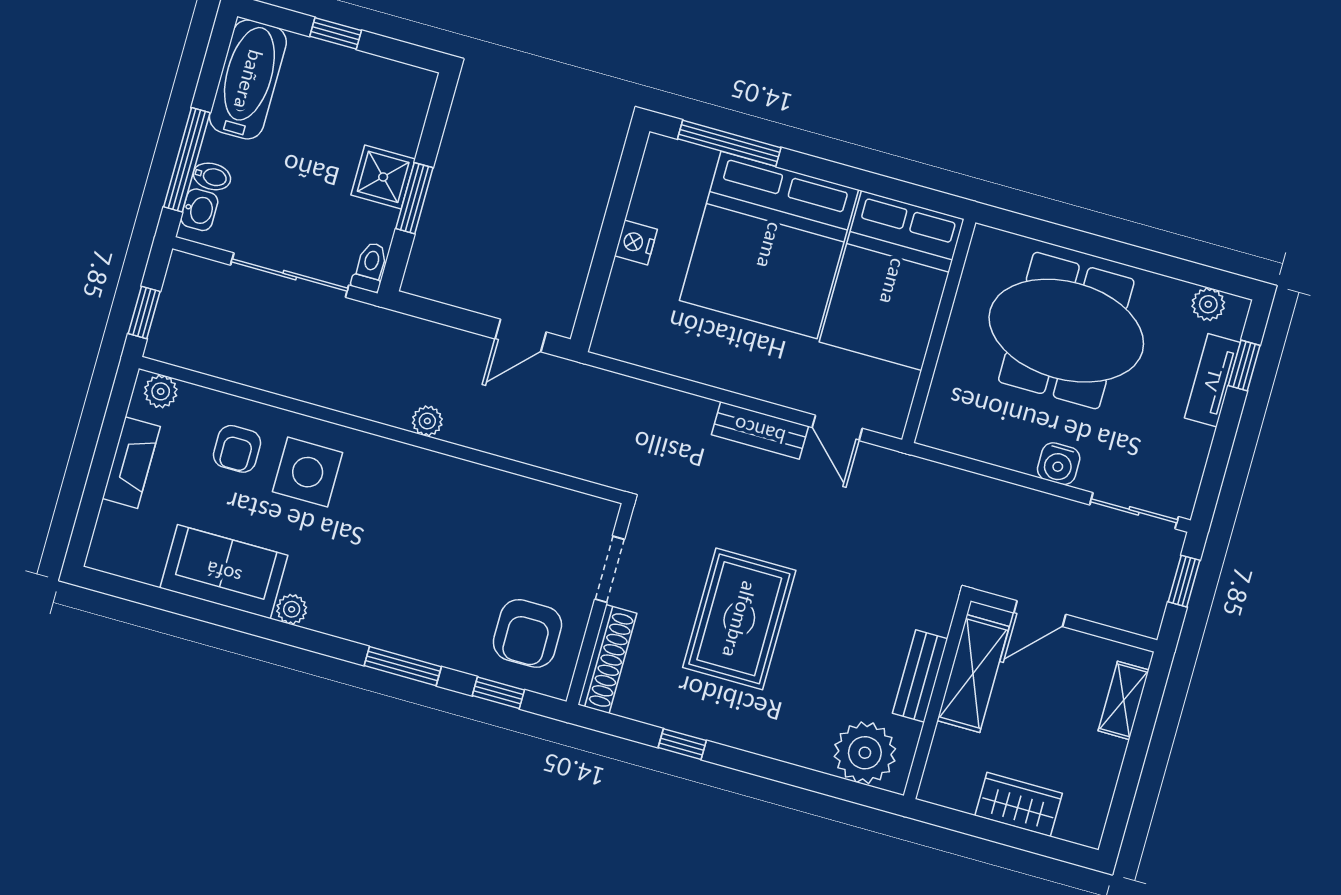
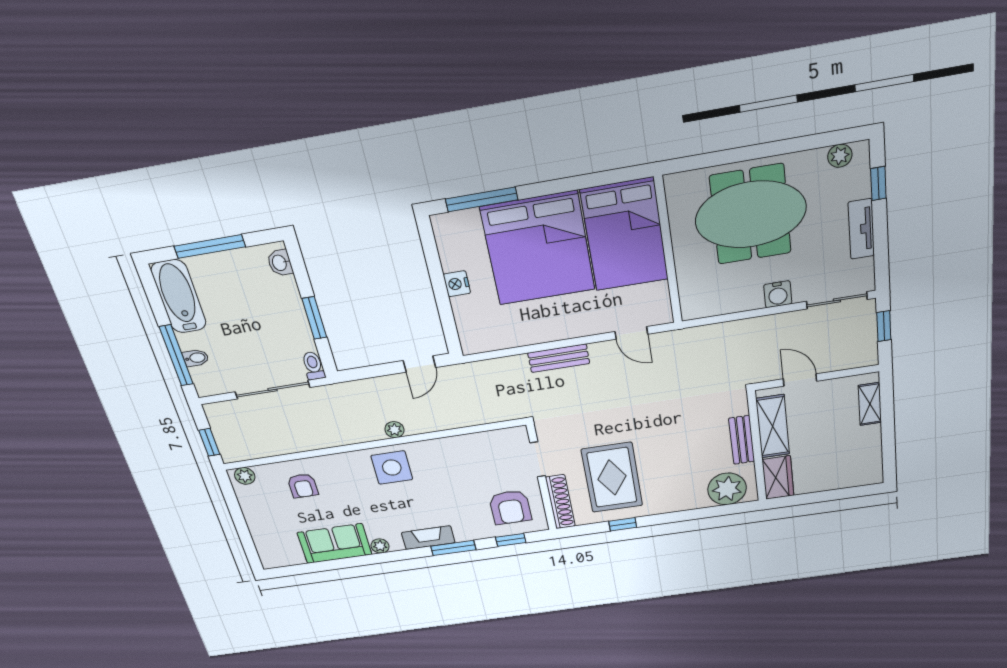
window: (336, 33) -> (210, 247), width x2.17
shower: (383, 177) -> (289, 315), removed
washbasin: (199, 210) -> (280, 263), moved, turned 180
tv unit: (1213, 380) -> (861, 229), moved
bench: (760, 430) -> (559, 358), moved
fireplace: (131, 463) -> (428, 538), moved, turned -90
side table: (308, 472) -> (392, 468), moved
door: (1040, 614) -> (800, 380), swing flipped
rug: (739, 619) -> (612, 478), moved
wardrobe: (1019, 804) -> (778, 478), moved, turned 90

